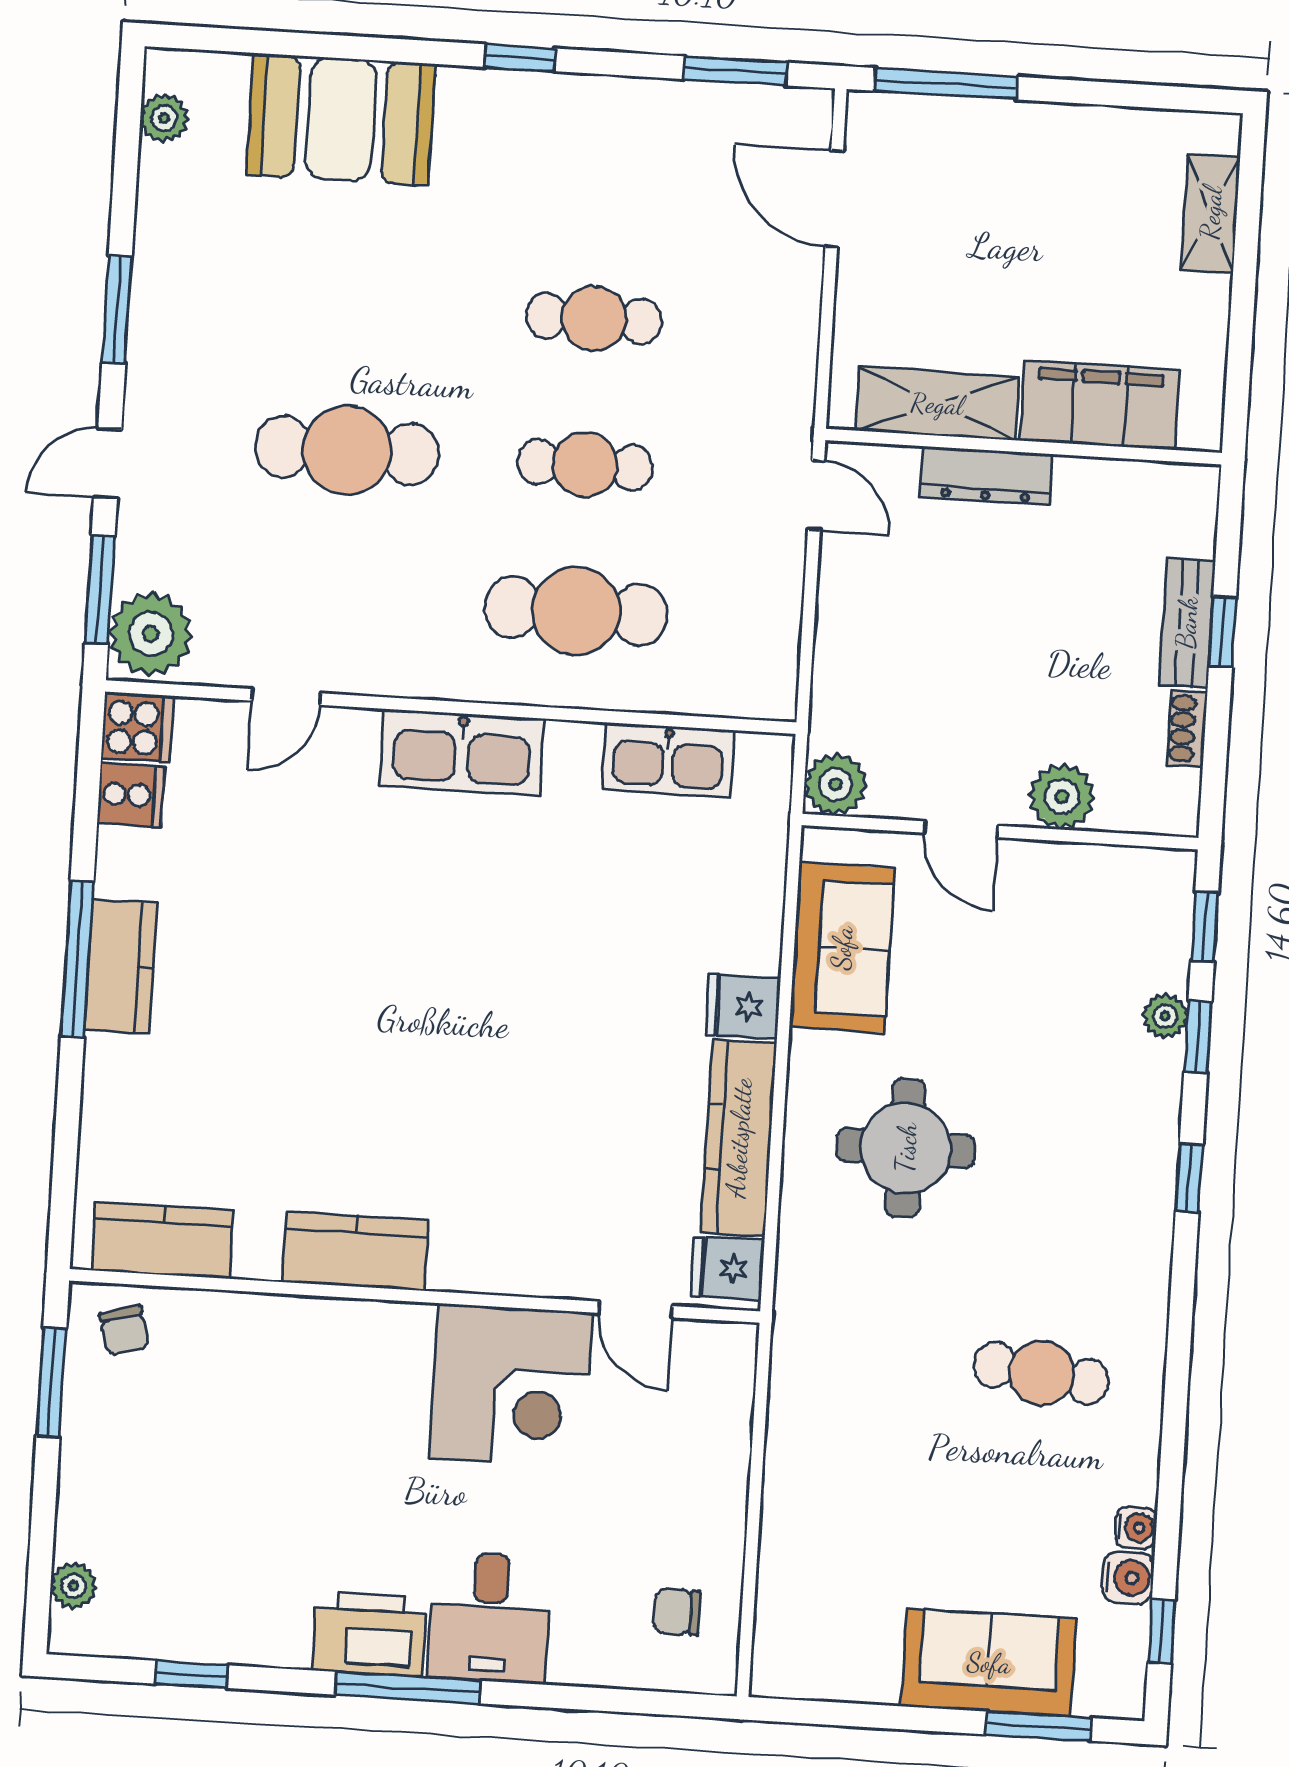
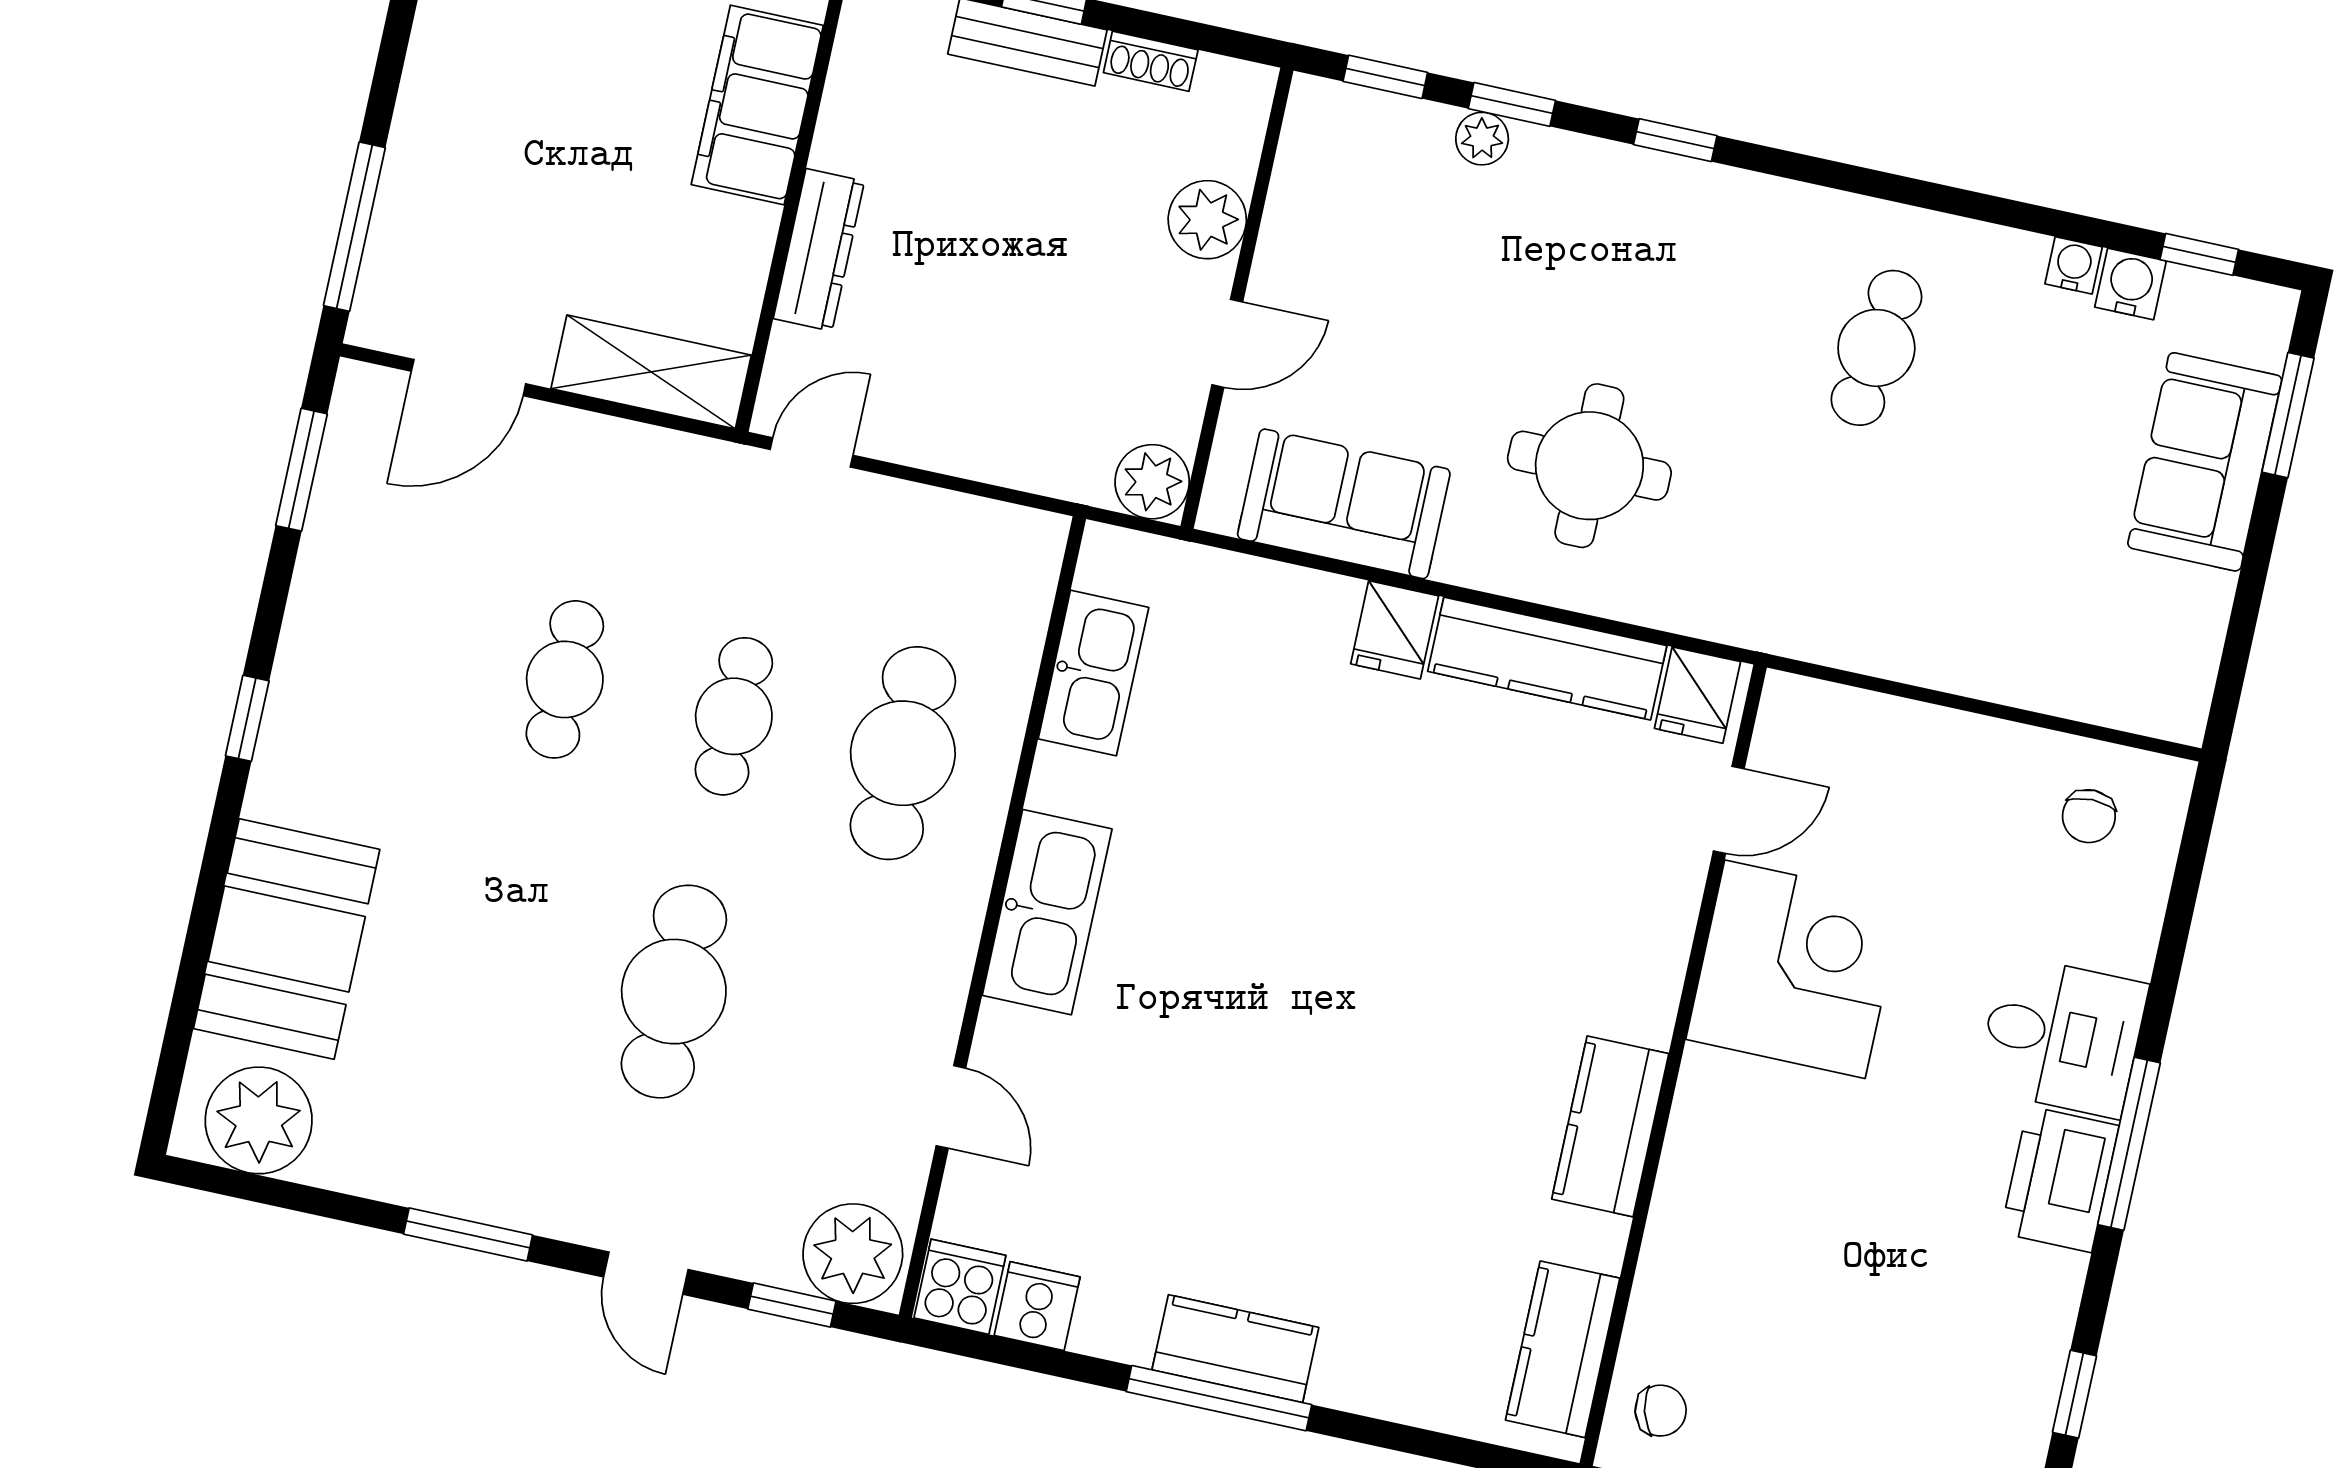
plant: (164, 118) -> (259, 1120), width x1.88, depth x1.88
shelving: (937, 404) -> (651, 372), moved, turned 90
window: (100, 590) -> (792, 1305), width x0.67

